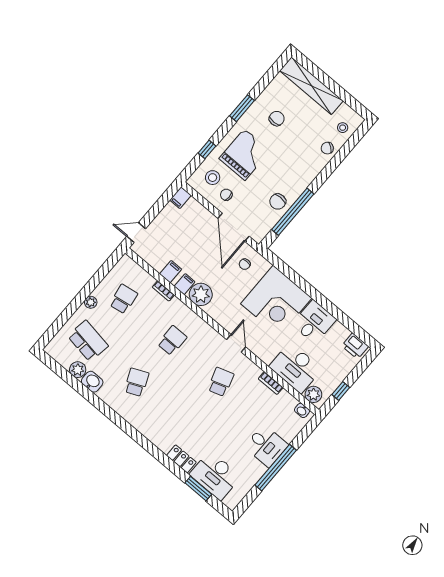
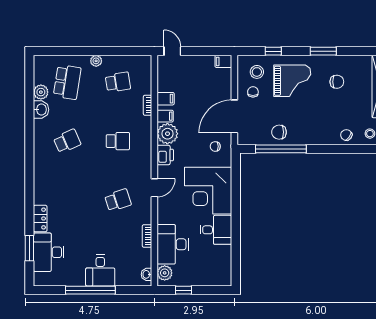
printer: (355, 346) -> (165, 155), moved, turned 180

